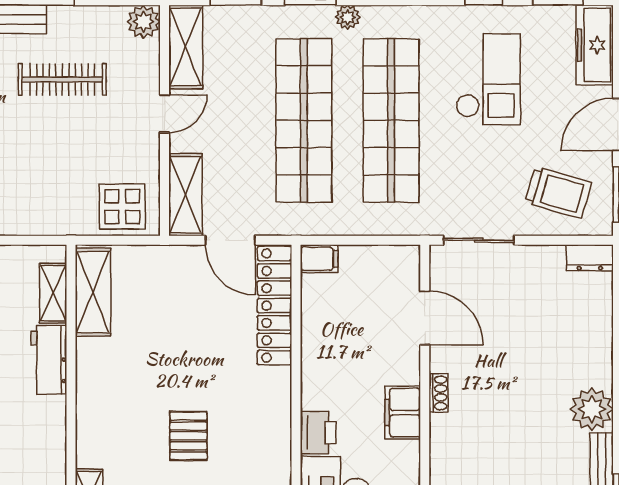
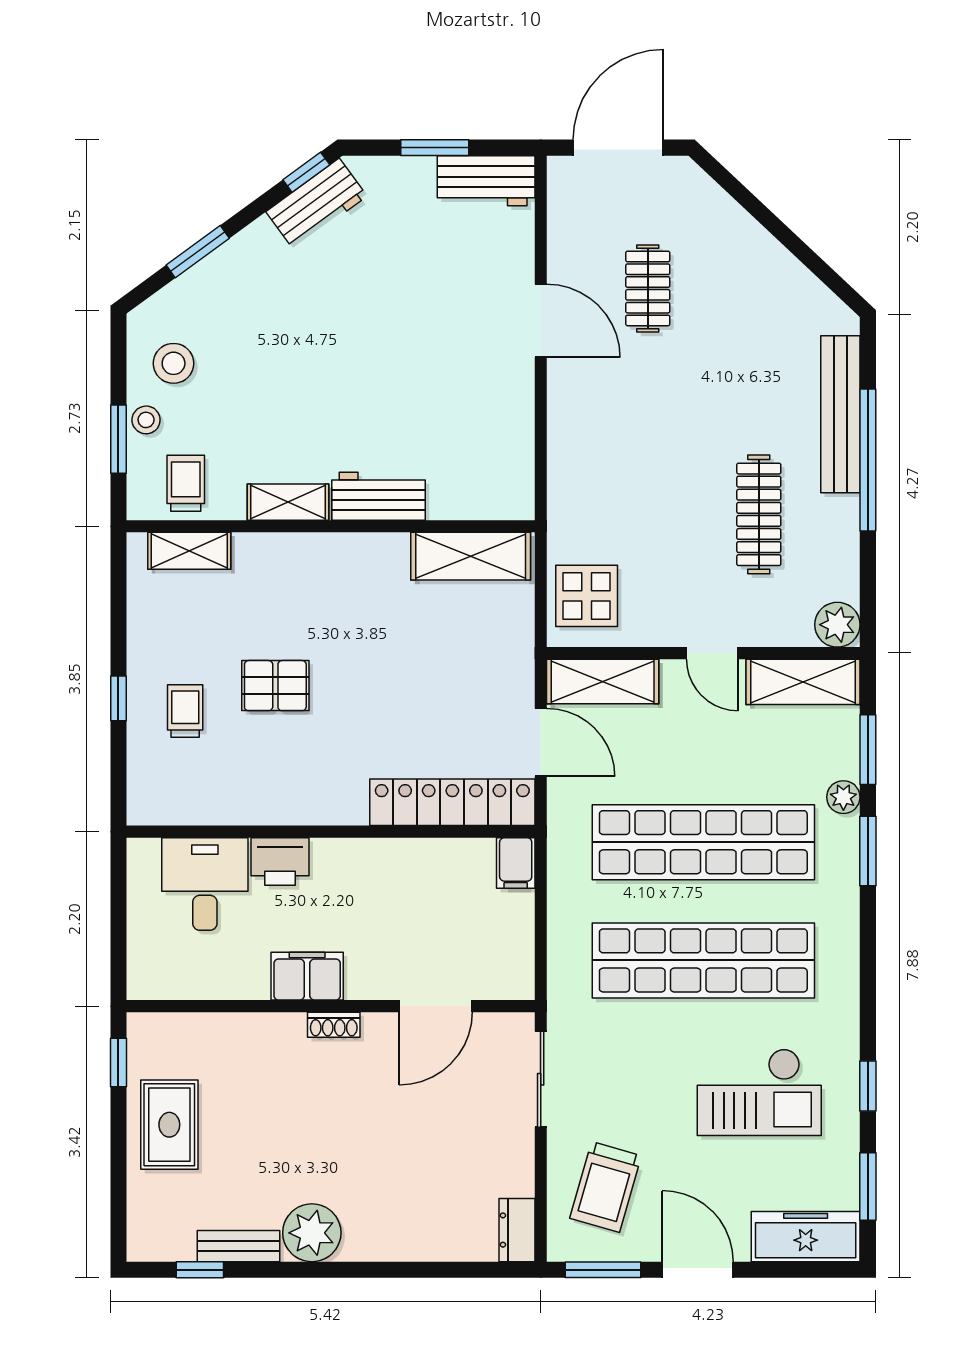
plant: (348, 17) -> (843, 797), moved
door: (230, 240) -> (541, 742), swing flipped
shelving: (53, 293) -> (288, 502), moved

